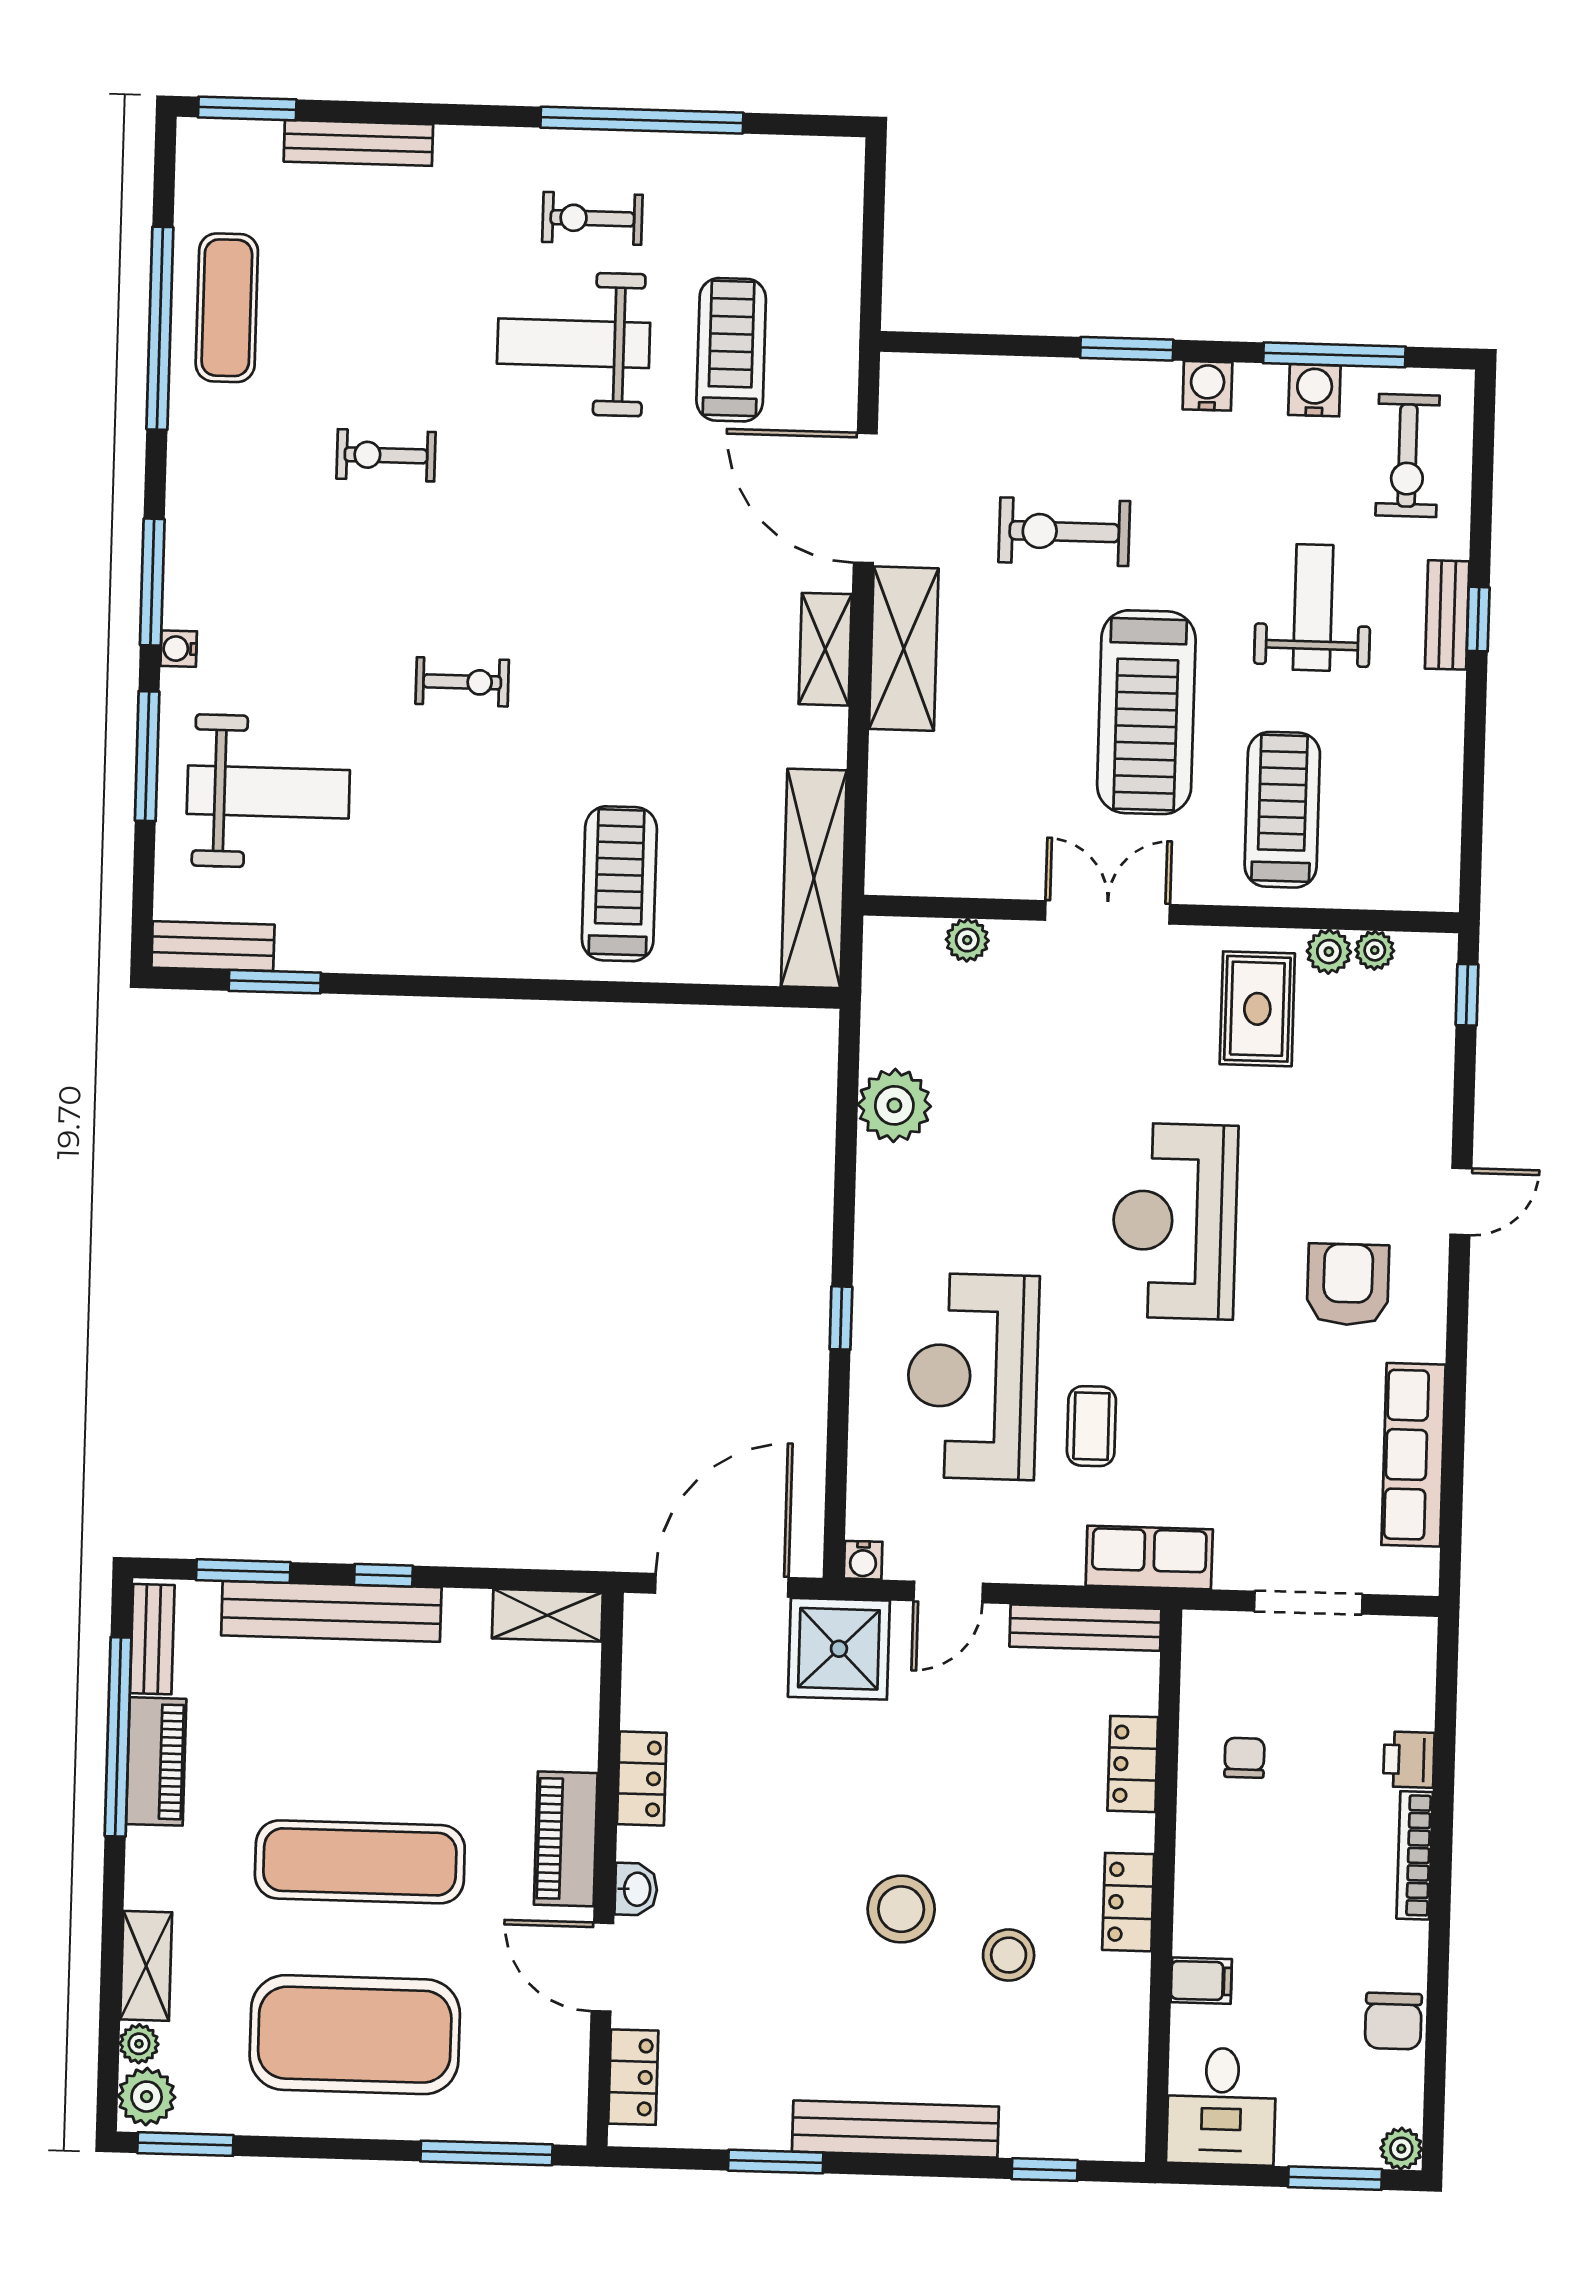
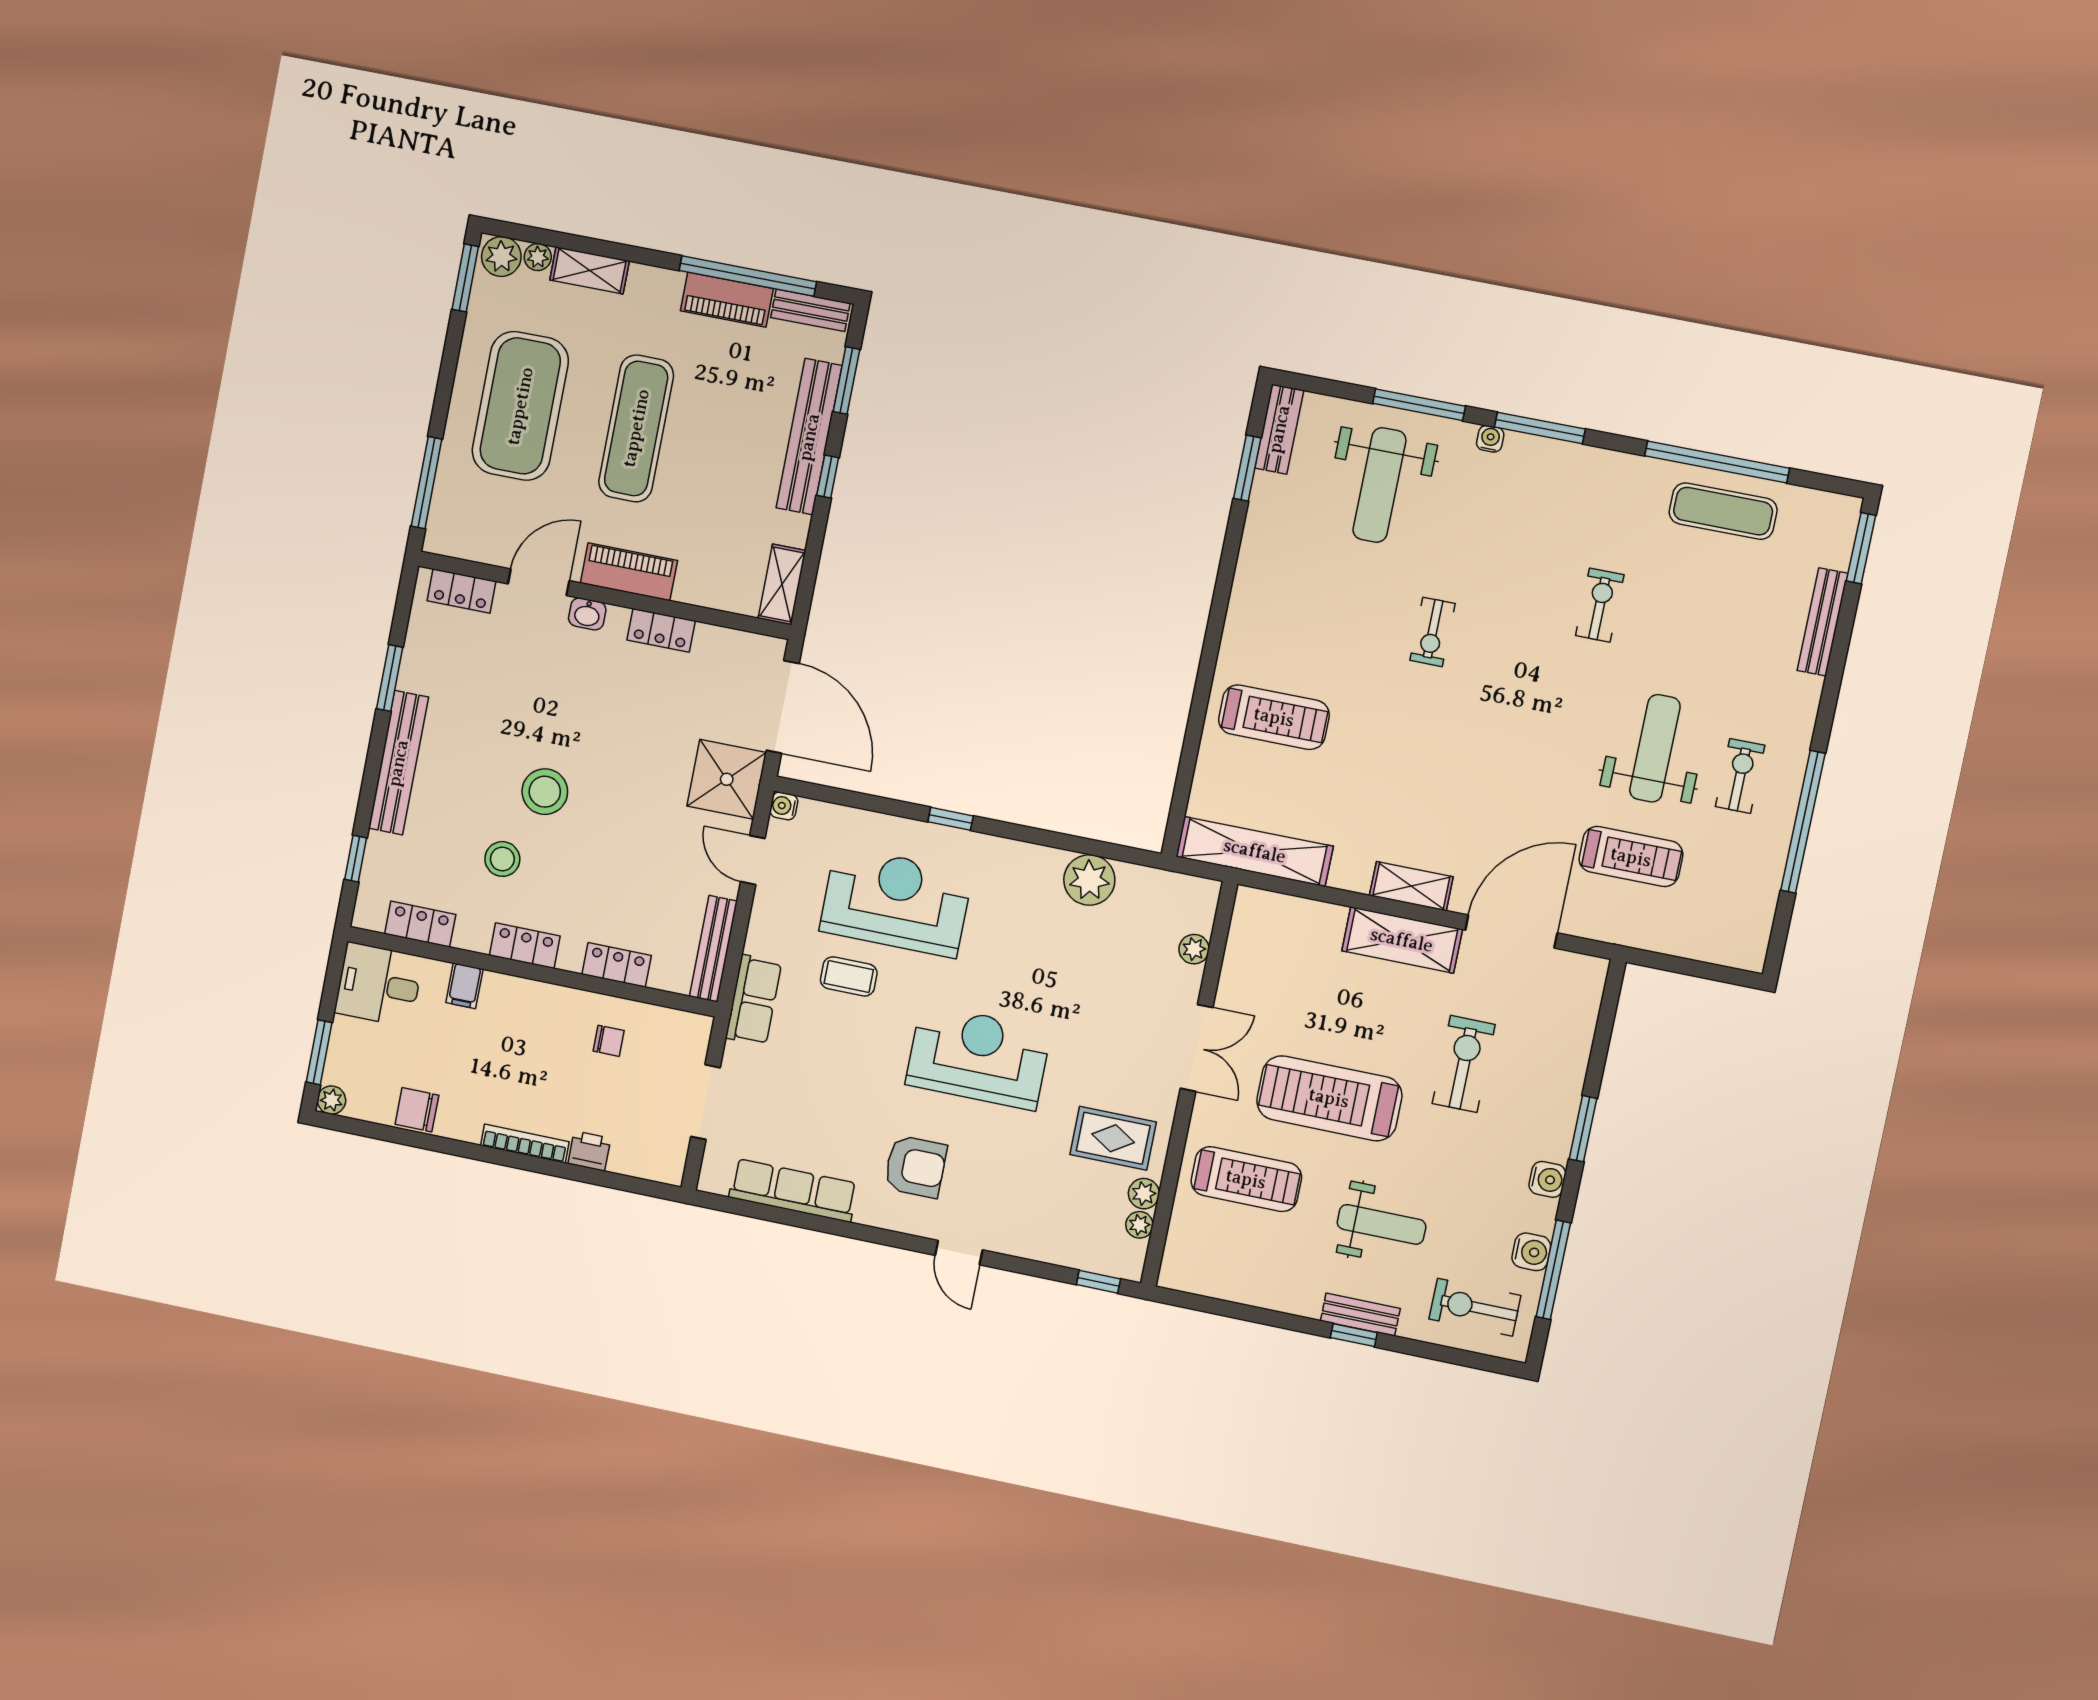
locker: (1123, 2060) -> (420, 924), added

